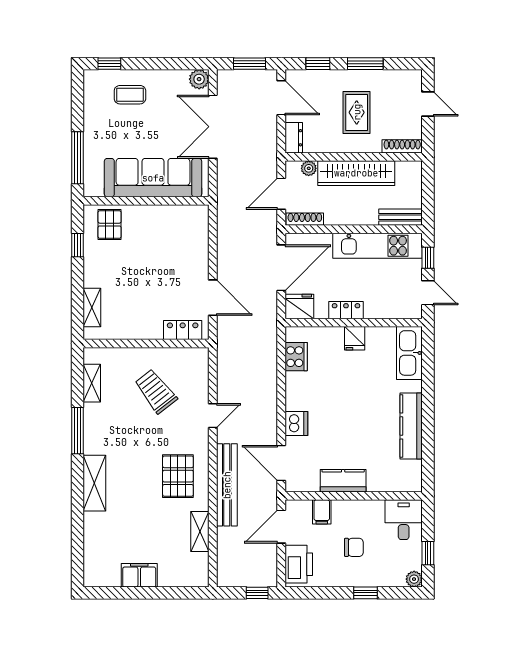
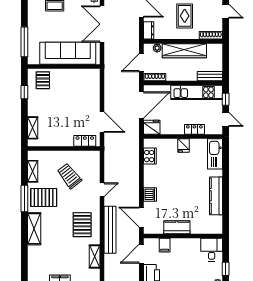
locker: (346, 310) -> (194, 129), moved
pallet: (111, 429) -> (44, 197), added
chair: (354, 547) -> (183, 266), removed

